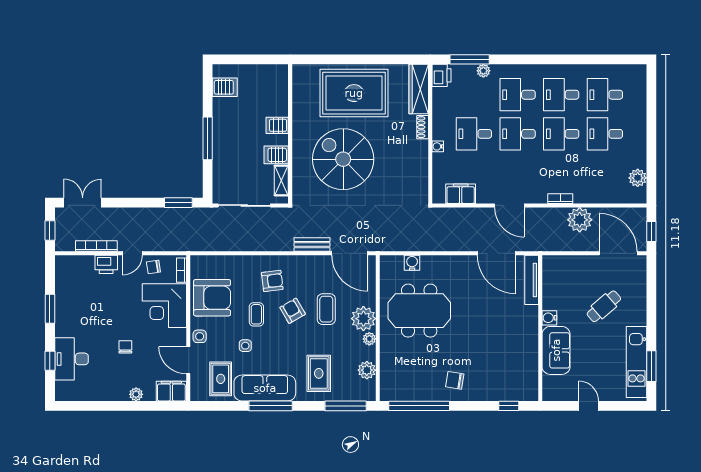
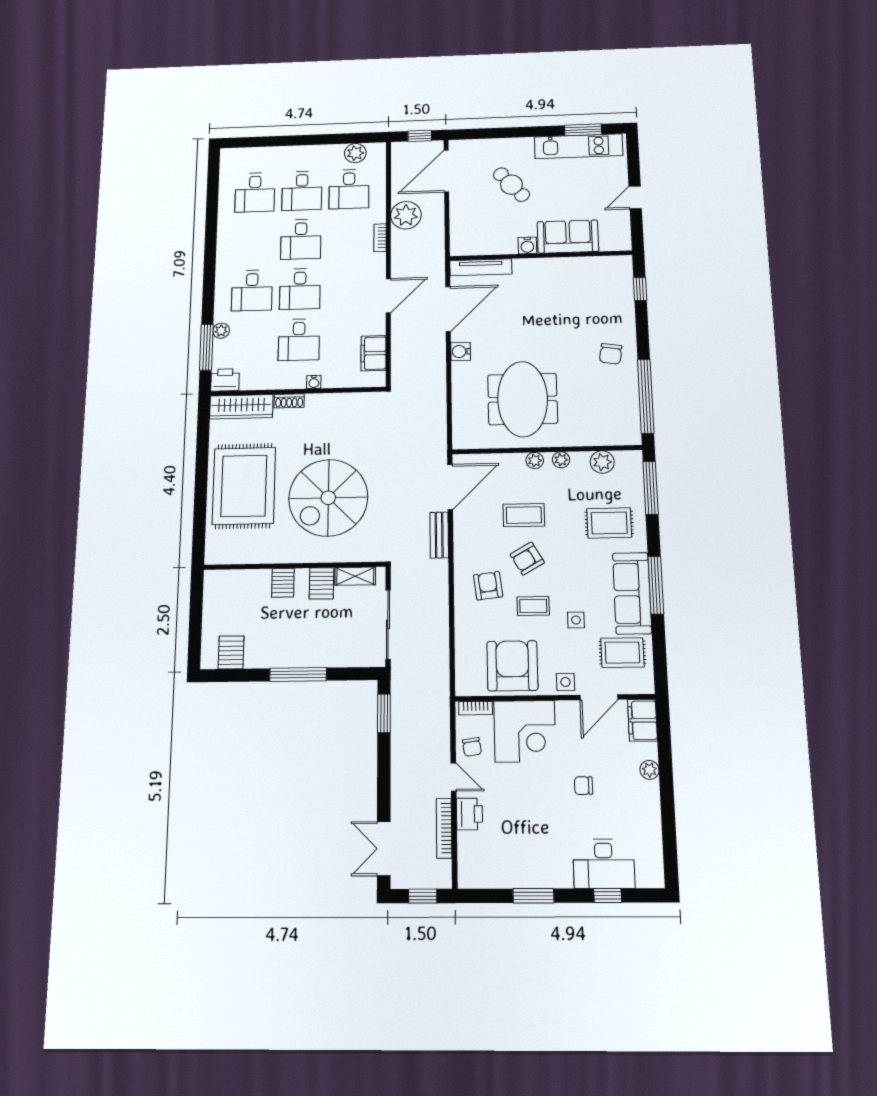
desk: (561, 95) -> (349, 189), moved
water cooler: (412, 263) -> (461, 351), moved
plant: (363, 319) -> (535, 461), width x0.53, depth x0.53

